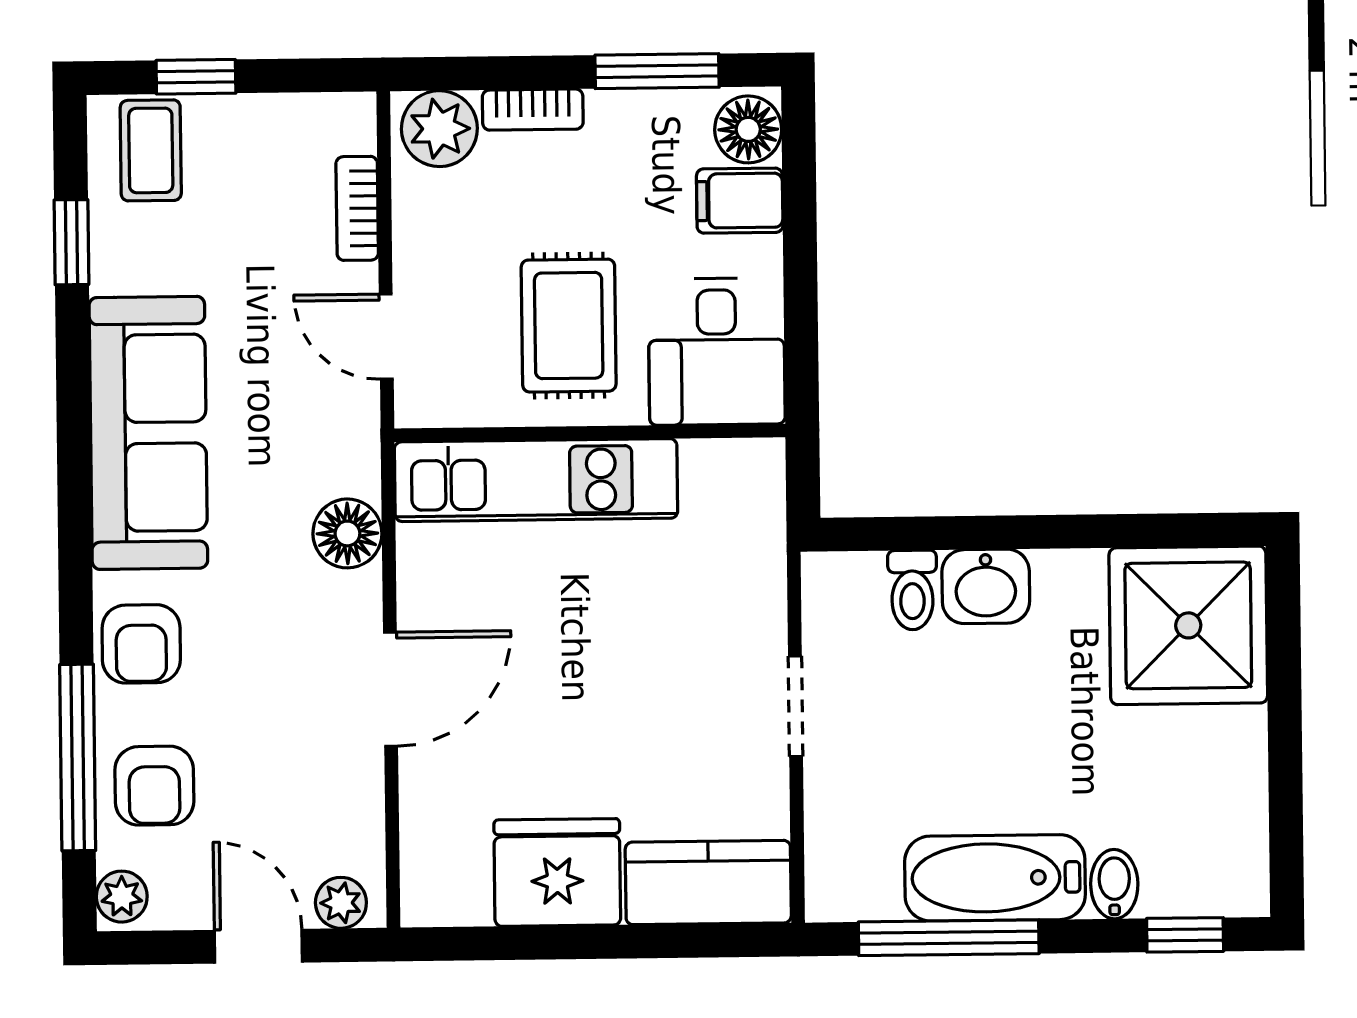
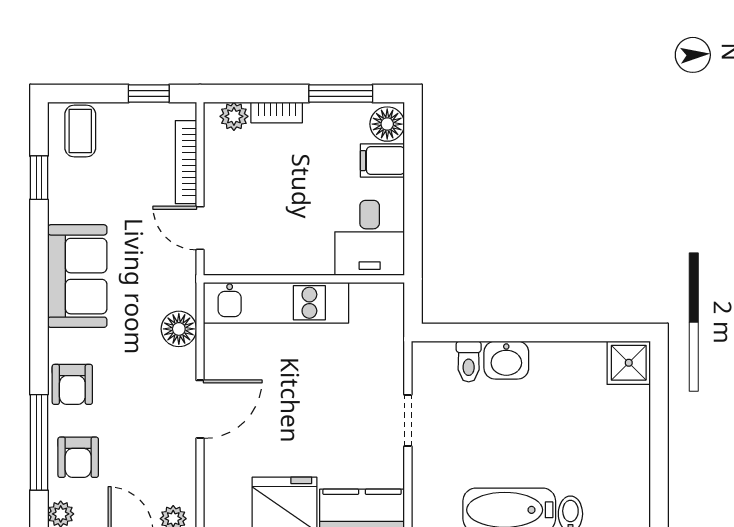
window: (196, 77) -> (149, 93), moved
plant: (439, 129) -> (234, 116), width x0.73, depth x0.73
bookcase: (357, 208) -> (186, 162), width x1.56
rug: (569, 326) -> (294, 224), removed
sofa: (148, 433) -> (77, 276), width x0.73
shower: (1188, 625) -> (629, 363), width x0.54, depth x0.54

